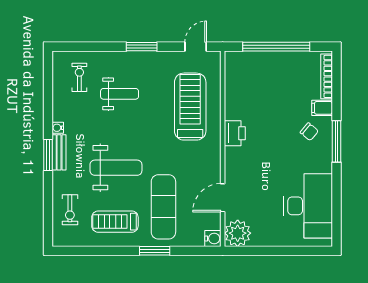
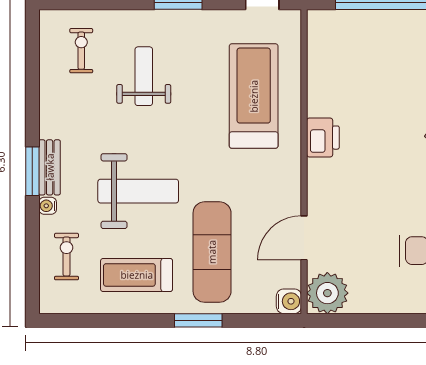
weight bench: (120, 94) -> (144, 76), turned -90
water cooler: (58, 128) -> (48, 206), moved
exercise bike: (70, 210) -> (67, 257), turned 180

